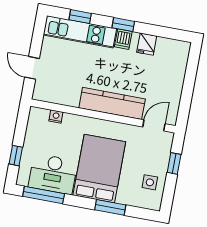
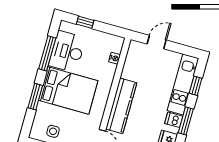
window: (123, 25) -> (186, 121), width x1.50
window: (44, 195) -> (47, 53), moved

